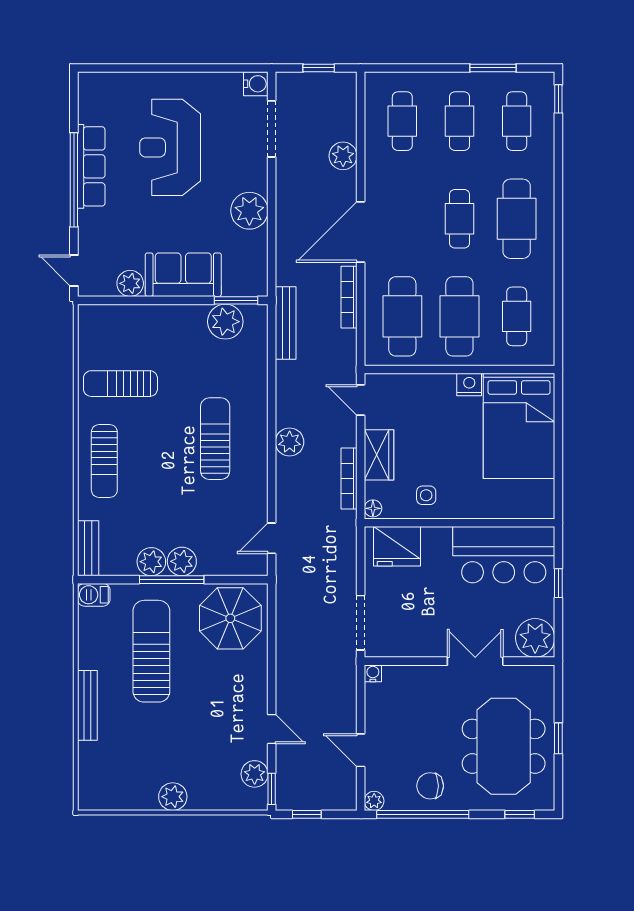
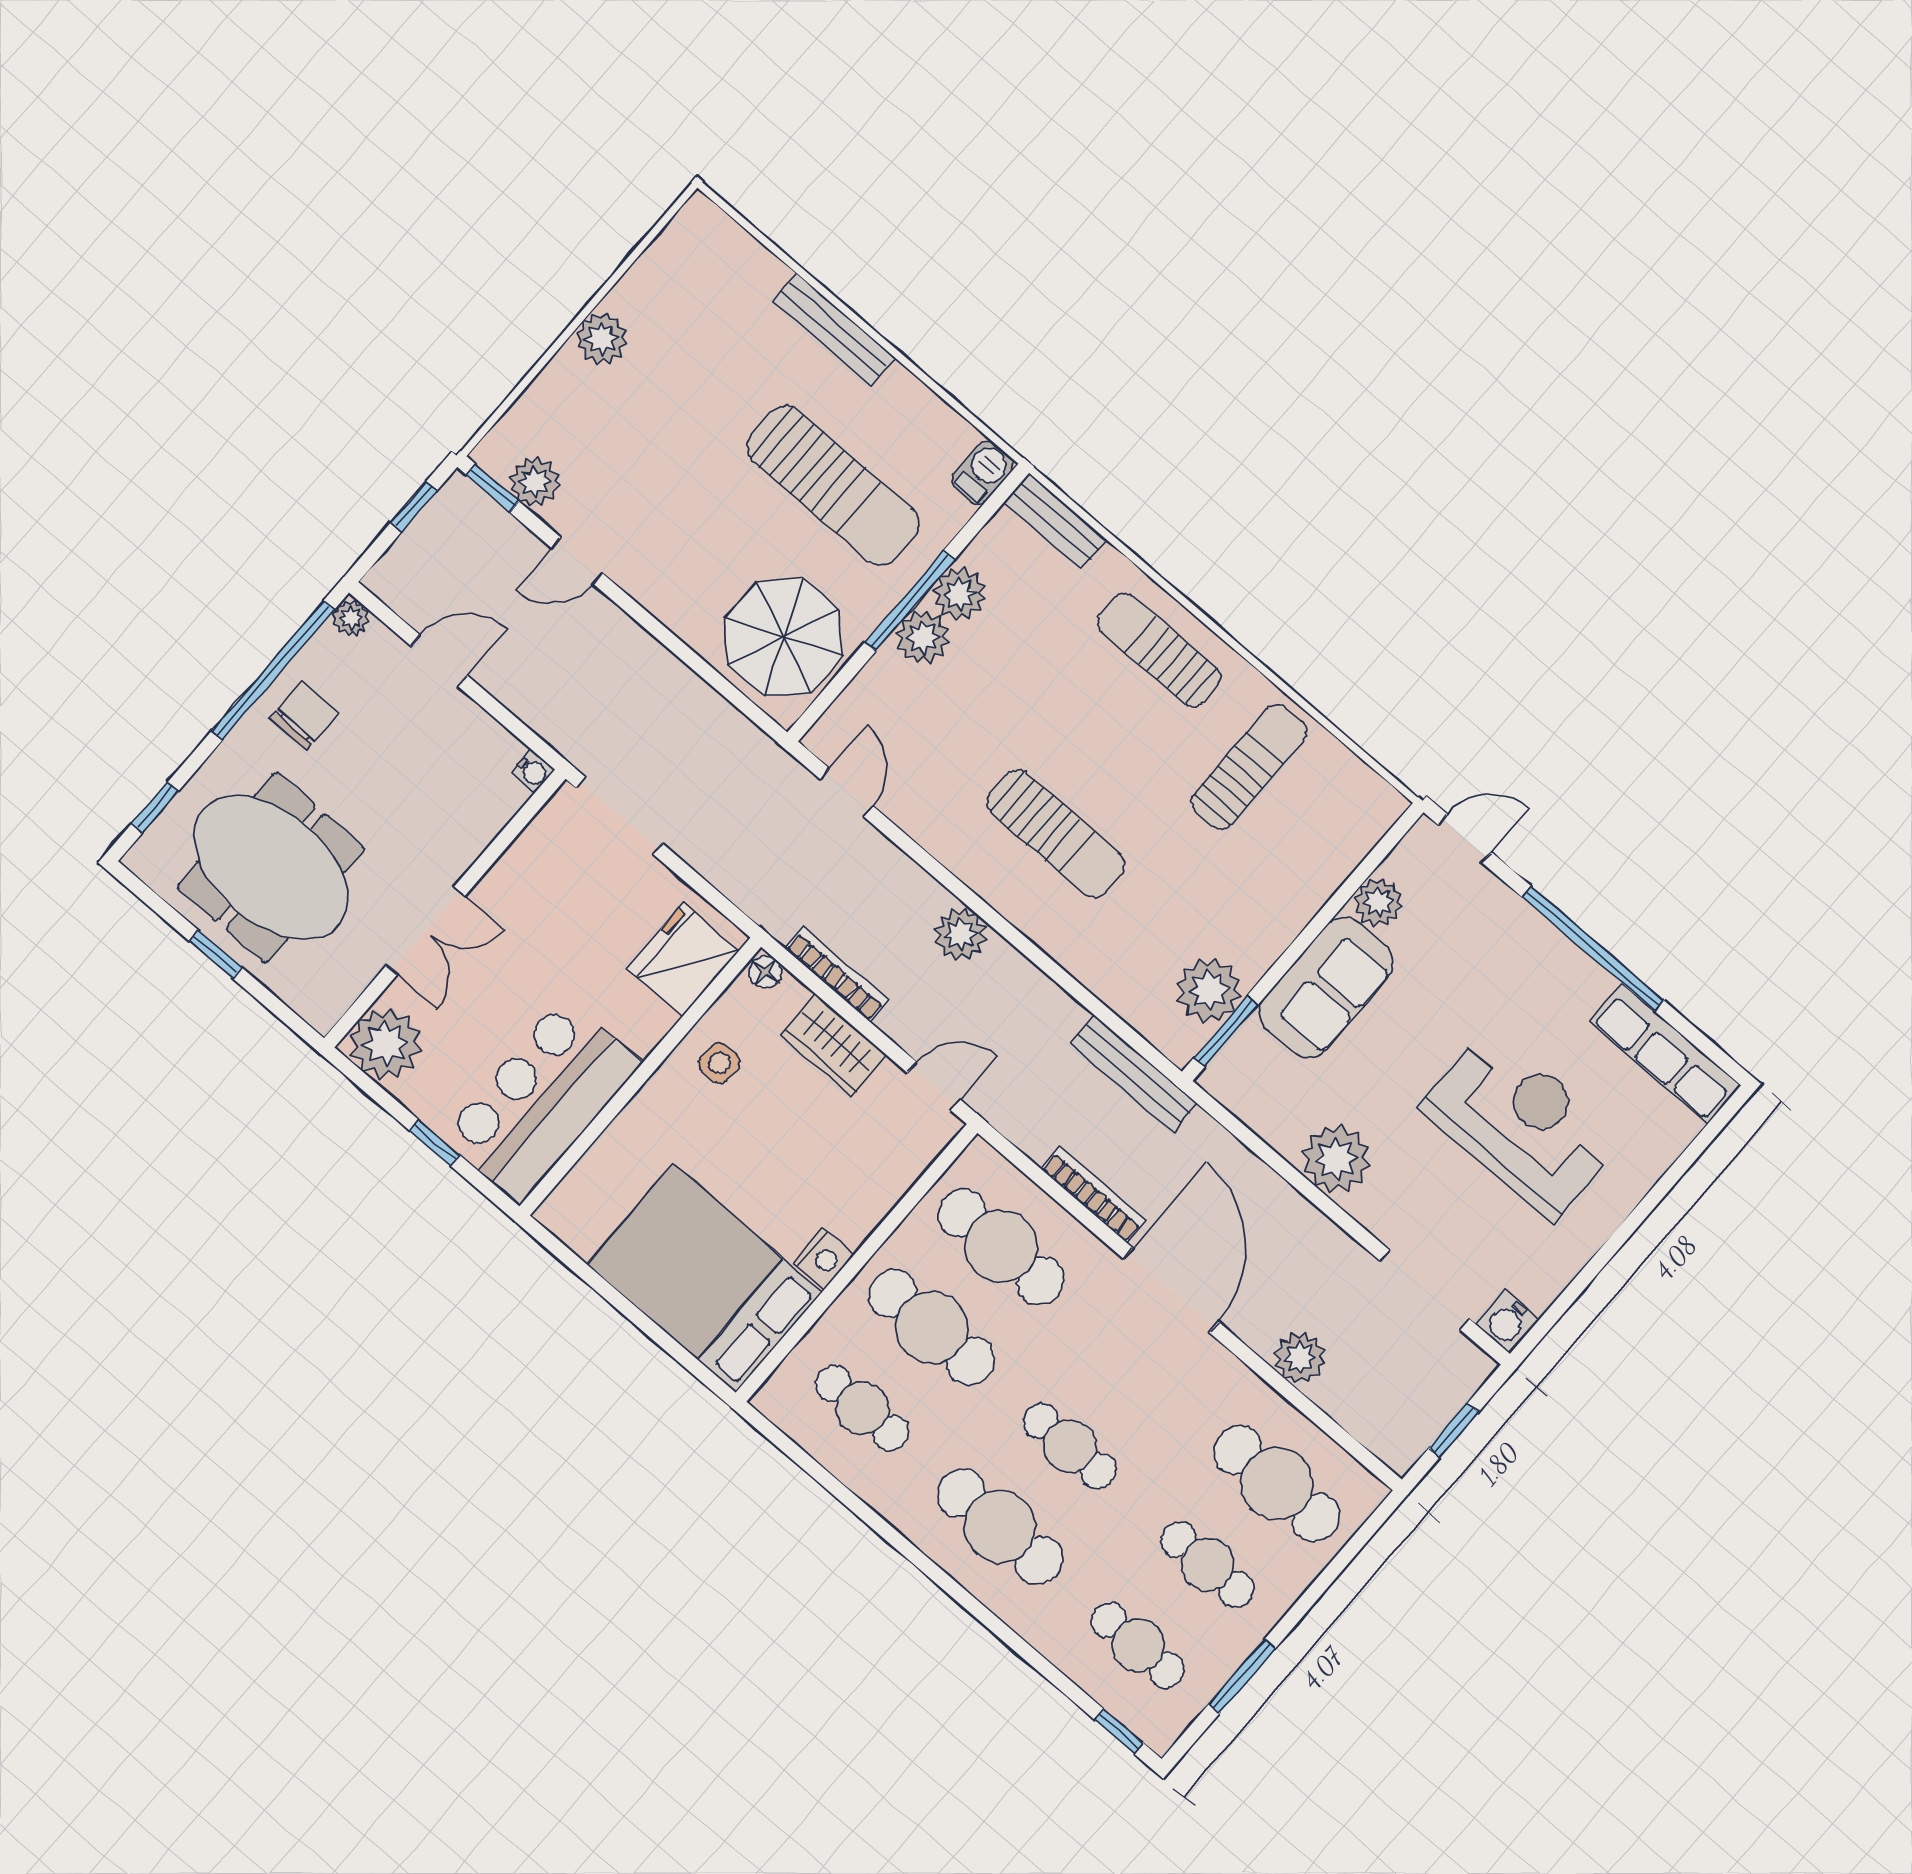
cafe table: (402, 121) -> (1277, 1484), width x1.37, depth x1.35
row of seats: (91, 166) -> (1665, 1053), moved

